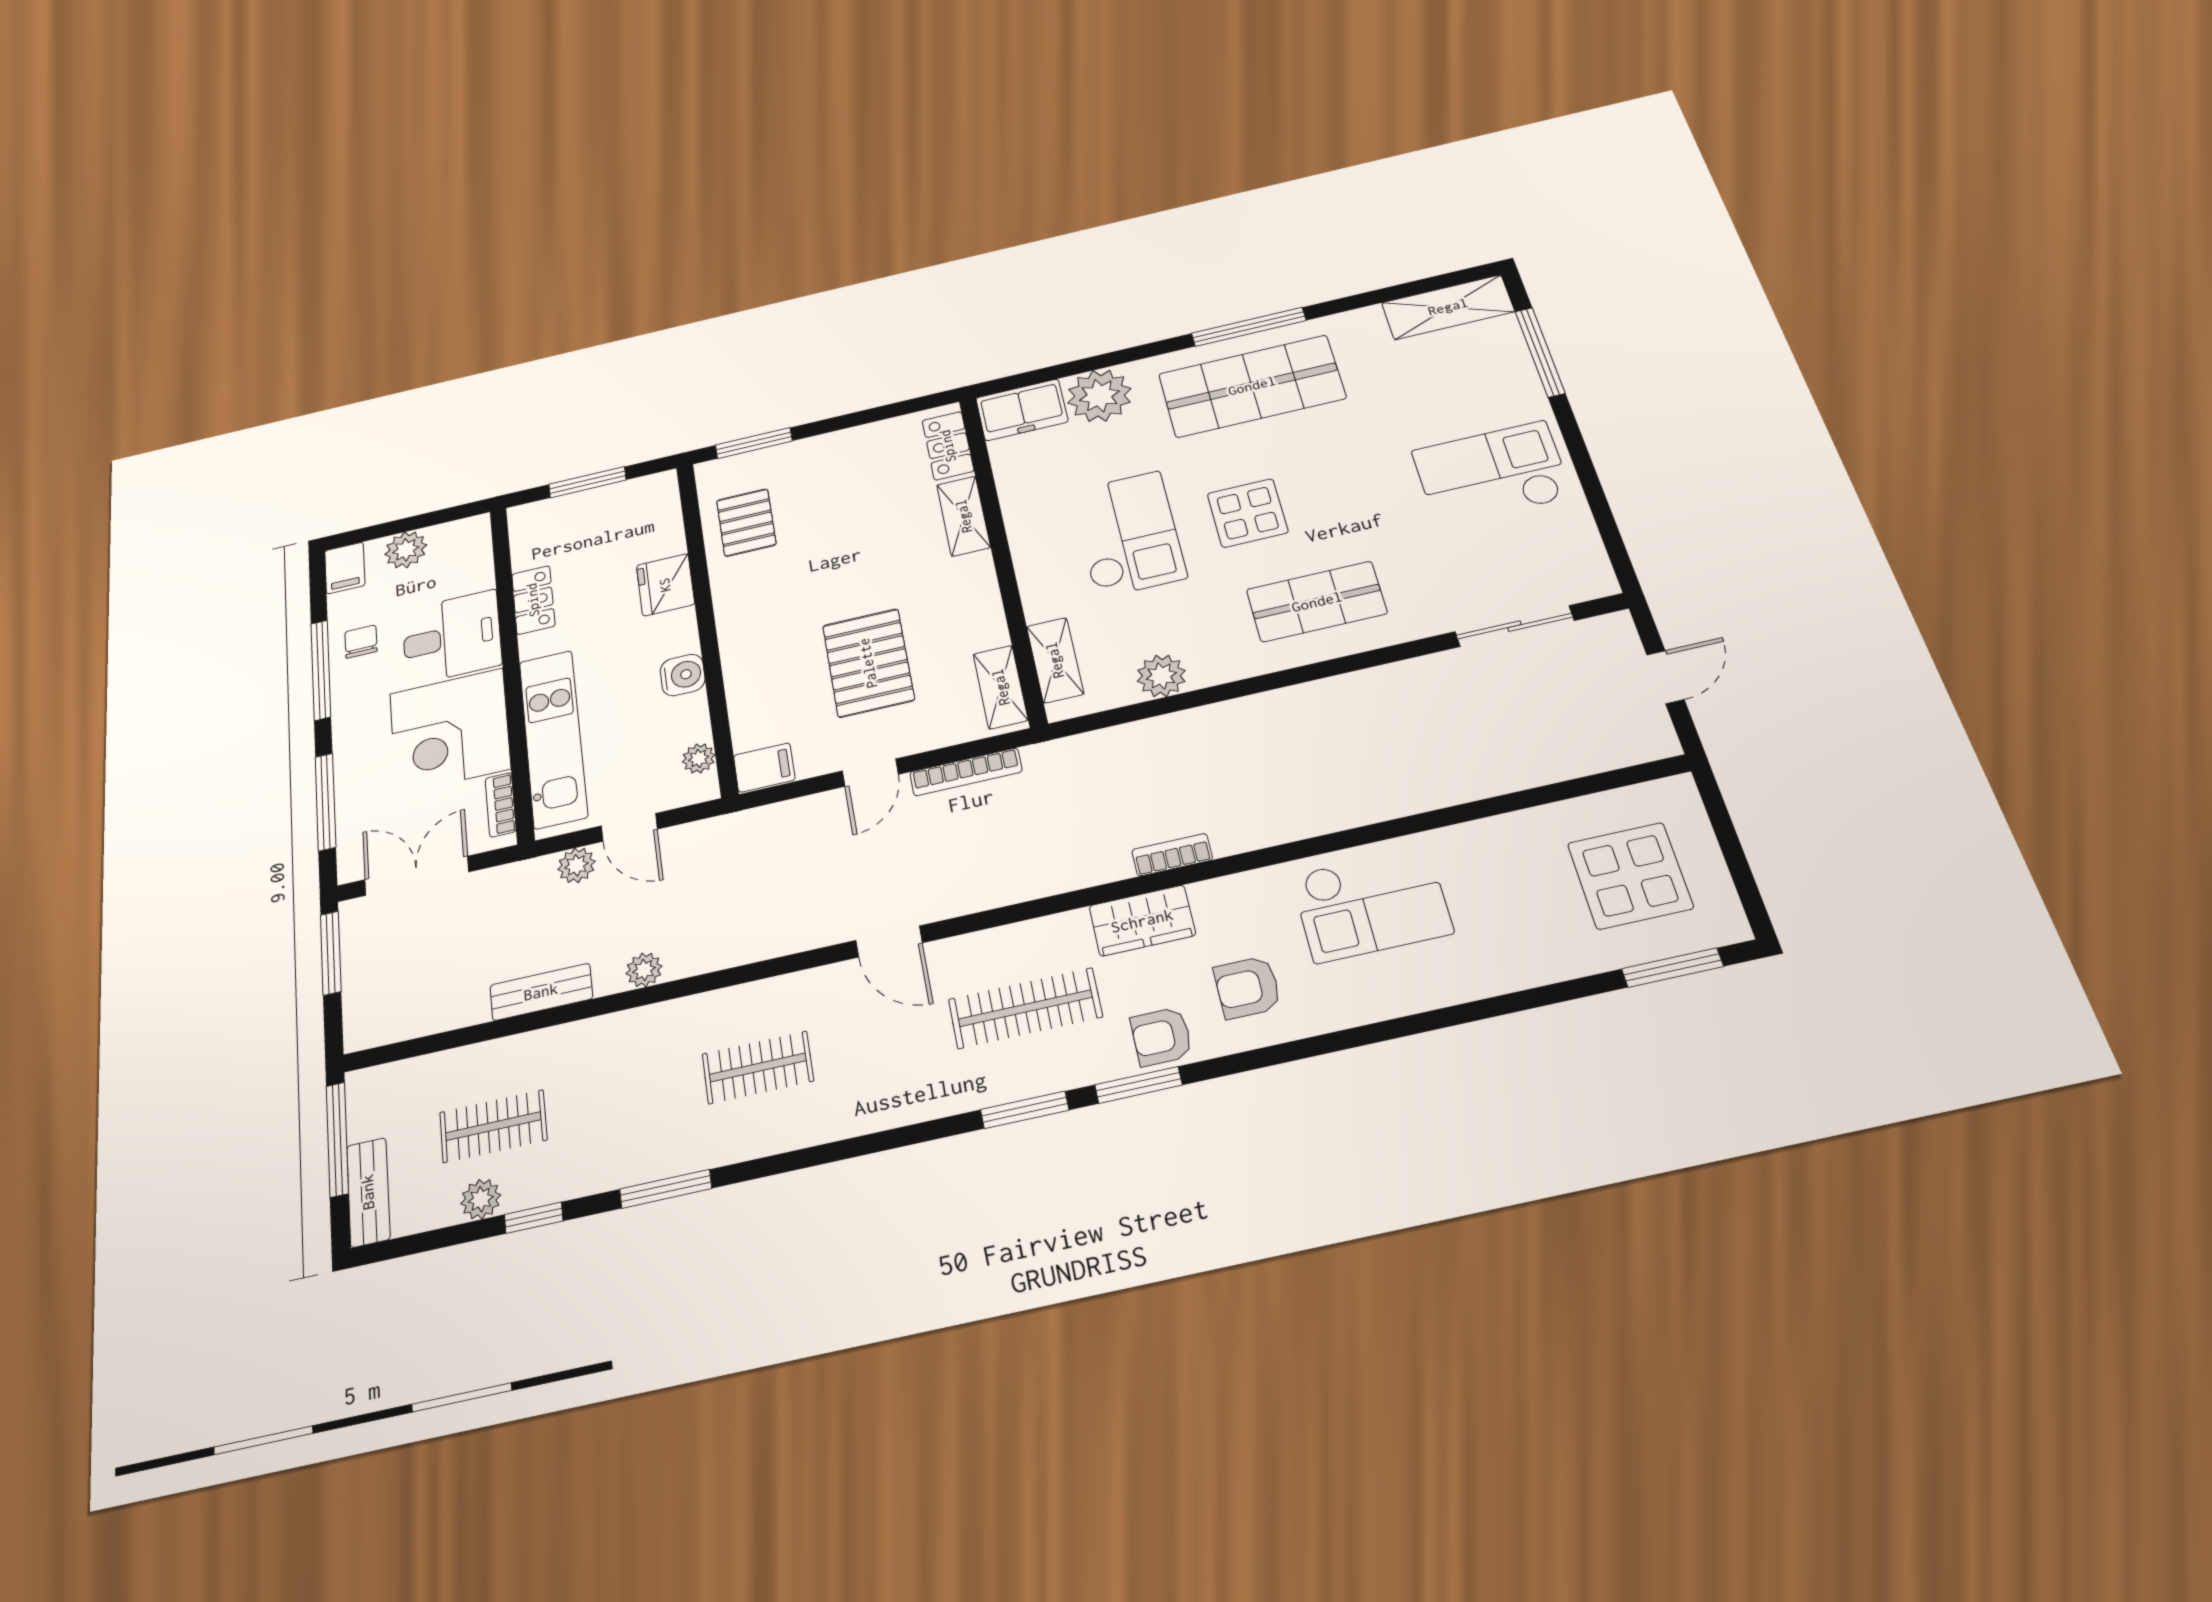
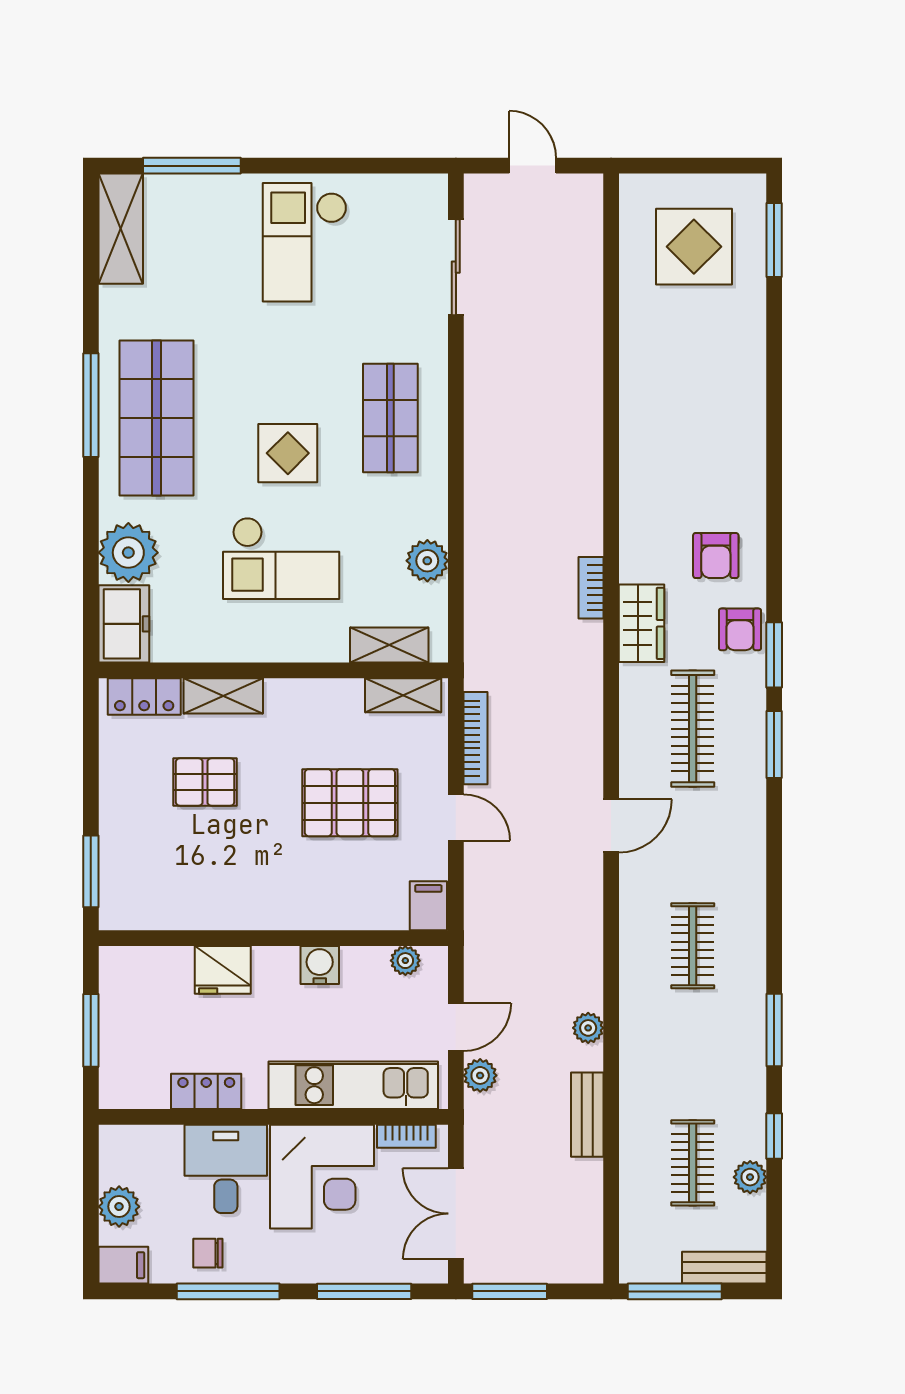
pallet: (746, 523) -> (205, 782), moved
checkout: (1128, 534) -> (281, 558), turned 180
checkout: (1372, 904) -> (670, 445), removed

